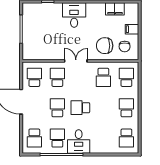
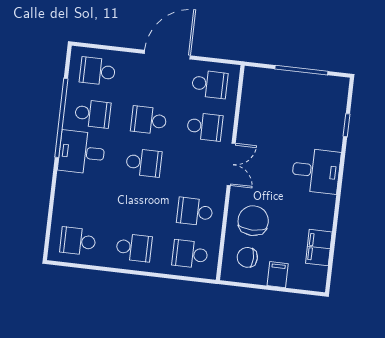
school desk: (126, 77) -> (190, 254), turned 180
school desk: (57, 108) -> (149, 120), turned 180
school desk: (80, 108) -> (144, 163), turned 90

